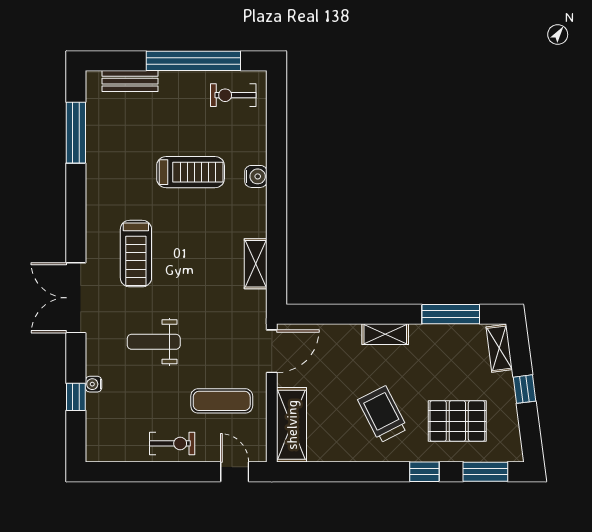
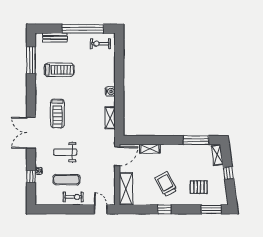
treadmill: (191, 172) -> (59, 70), moved
water cooler: (256, 176) -> (110, 91), moved
shelving: (385, 334) -> (150, 149), moved
exercise mat: (222, 401) -> (66, 180), moved
pallet: (457, 421) -> (199, 187), width x0.67, depth x0.71
window: (424, 472) -> (164, 209), moved

